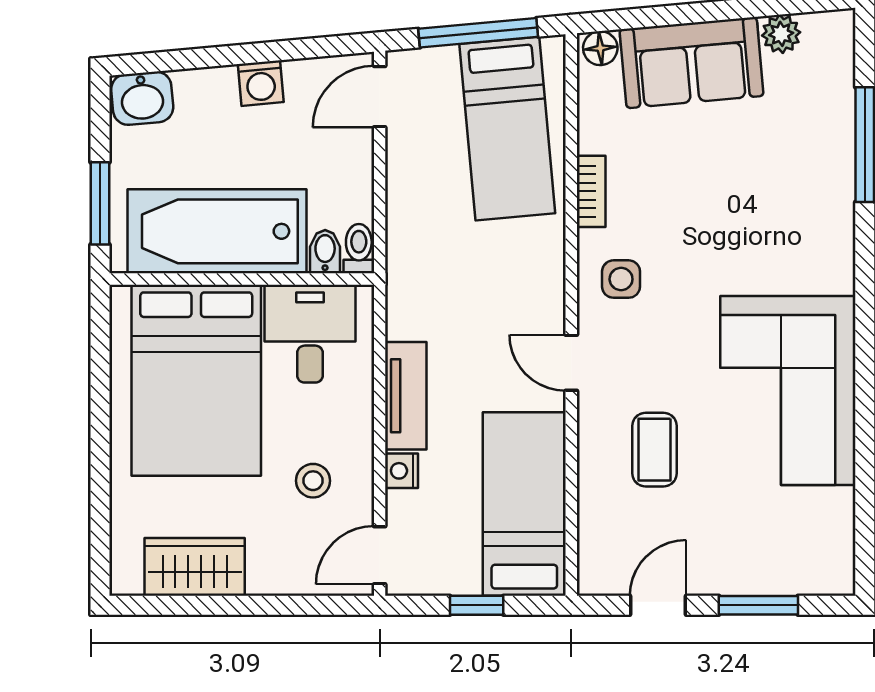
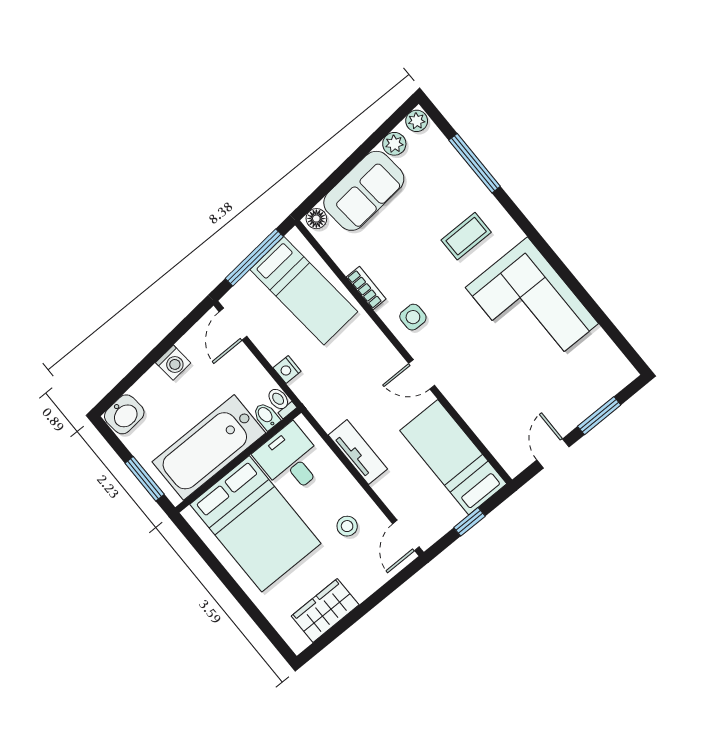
plant: (835, 28) -> (417, 121), added
coffee table: (655, 450) -> (466, 236), moved, turned 90
nightstand: (402, 471) -> (287, 369), moved

